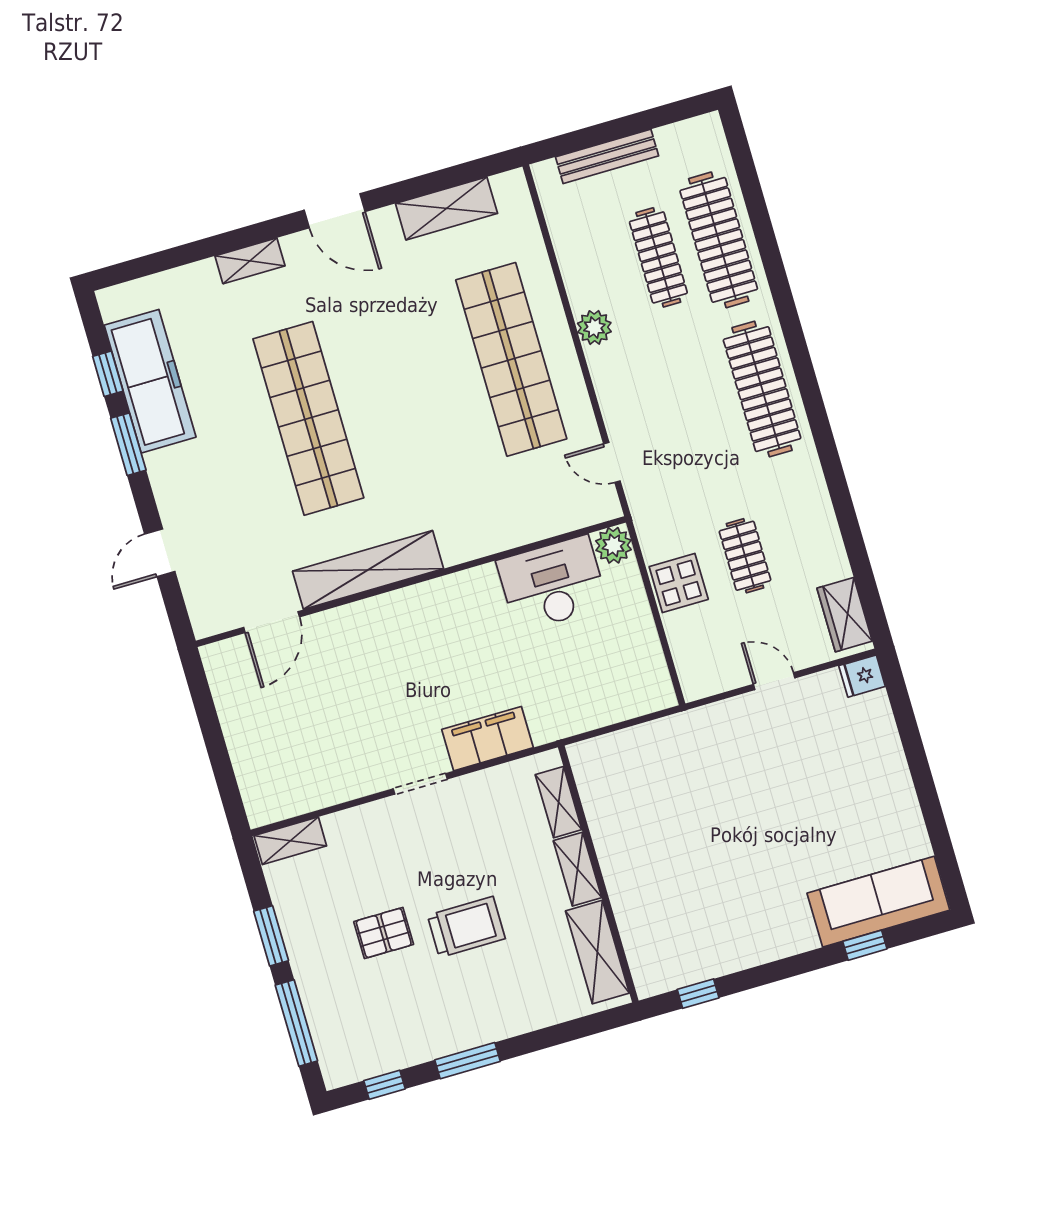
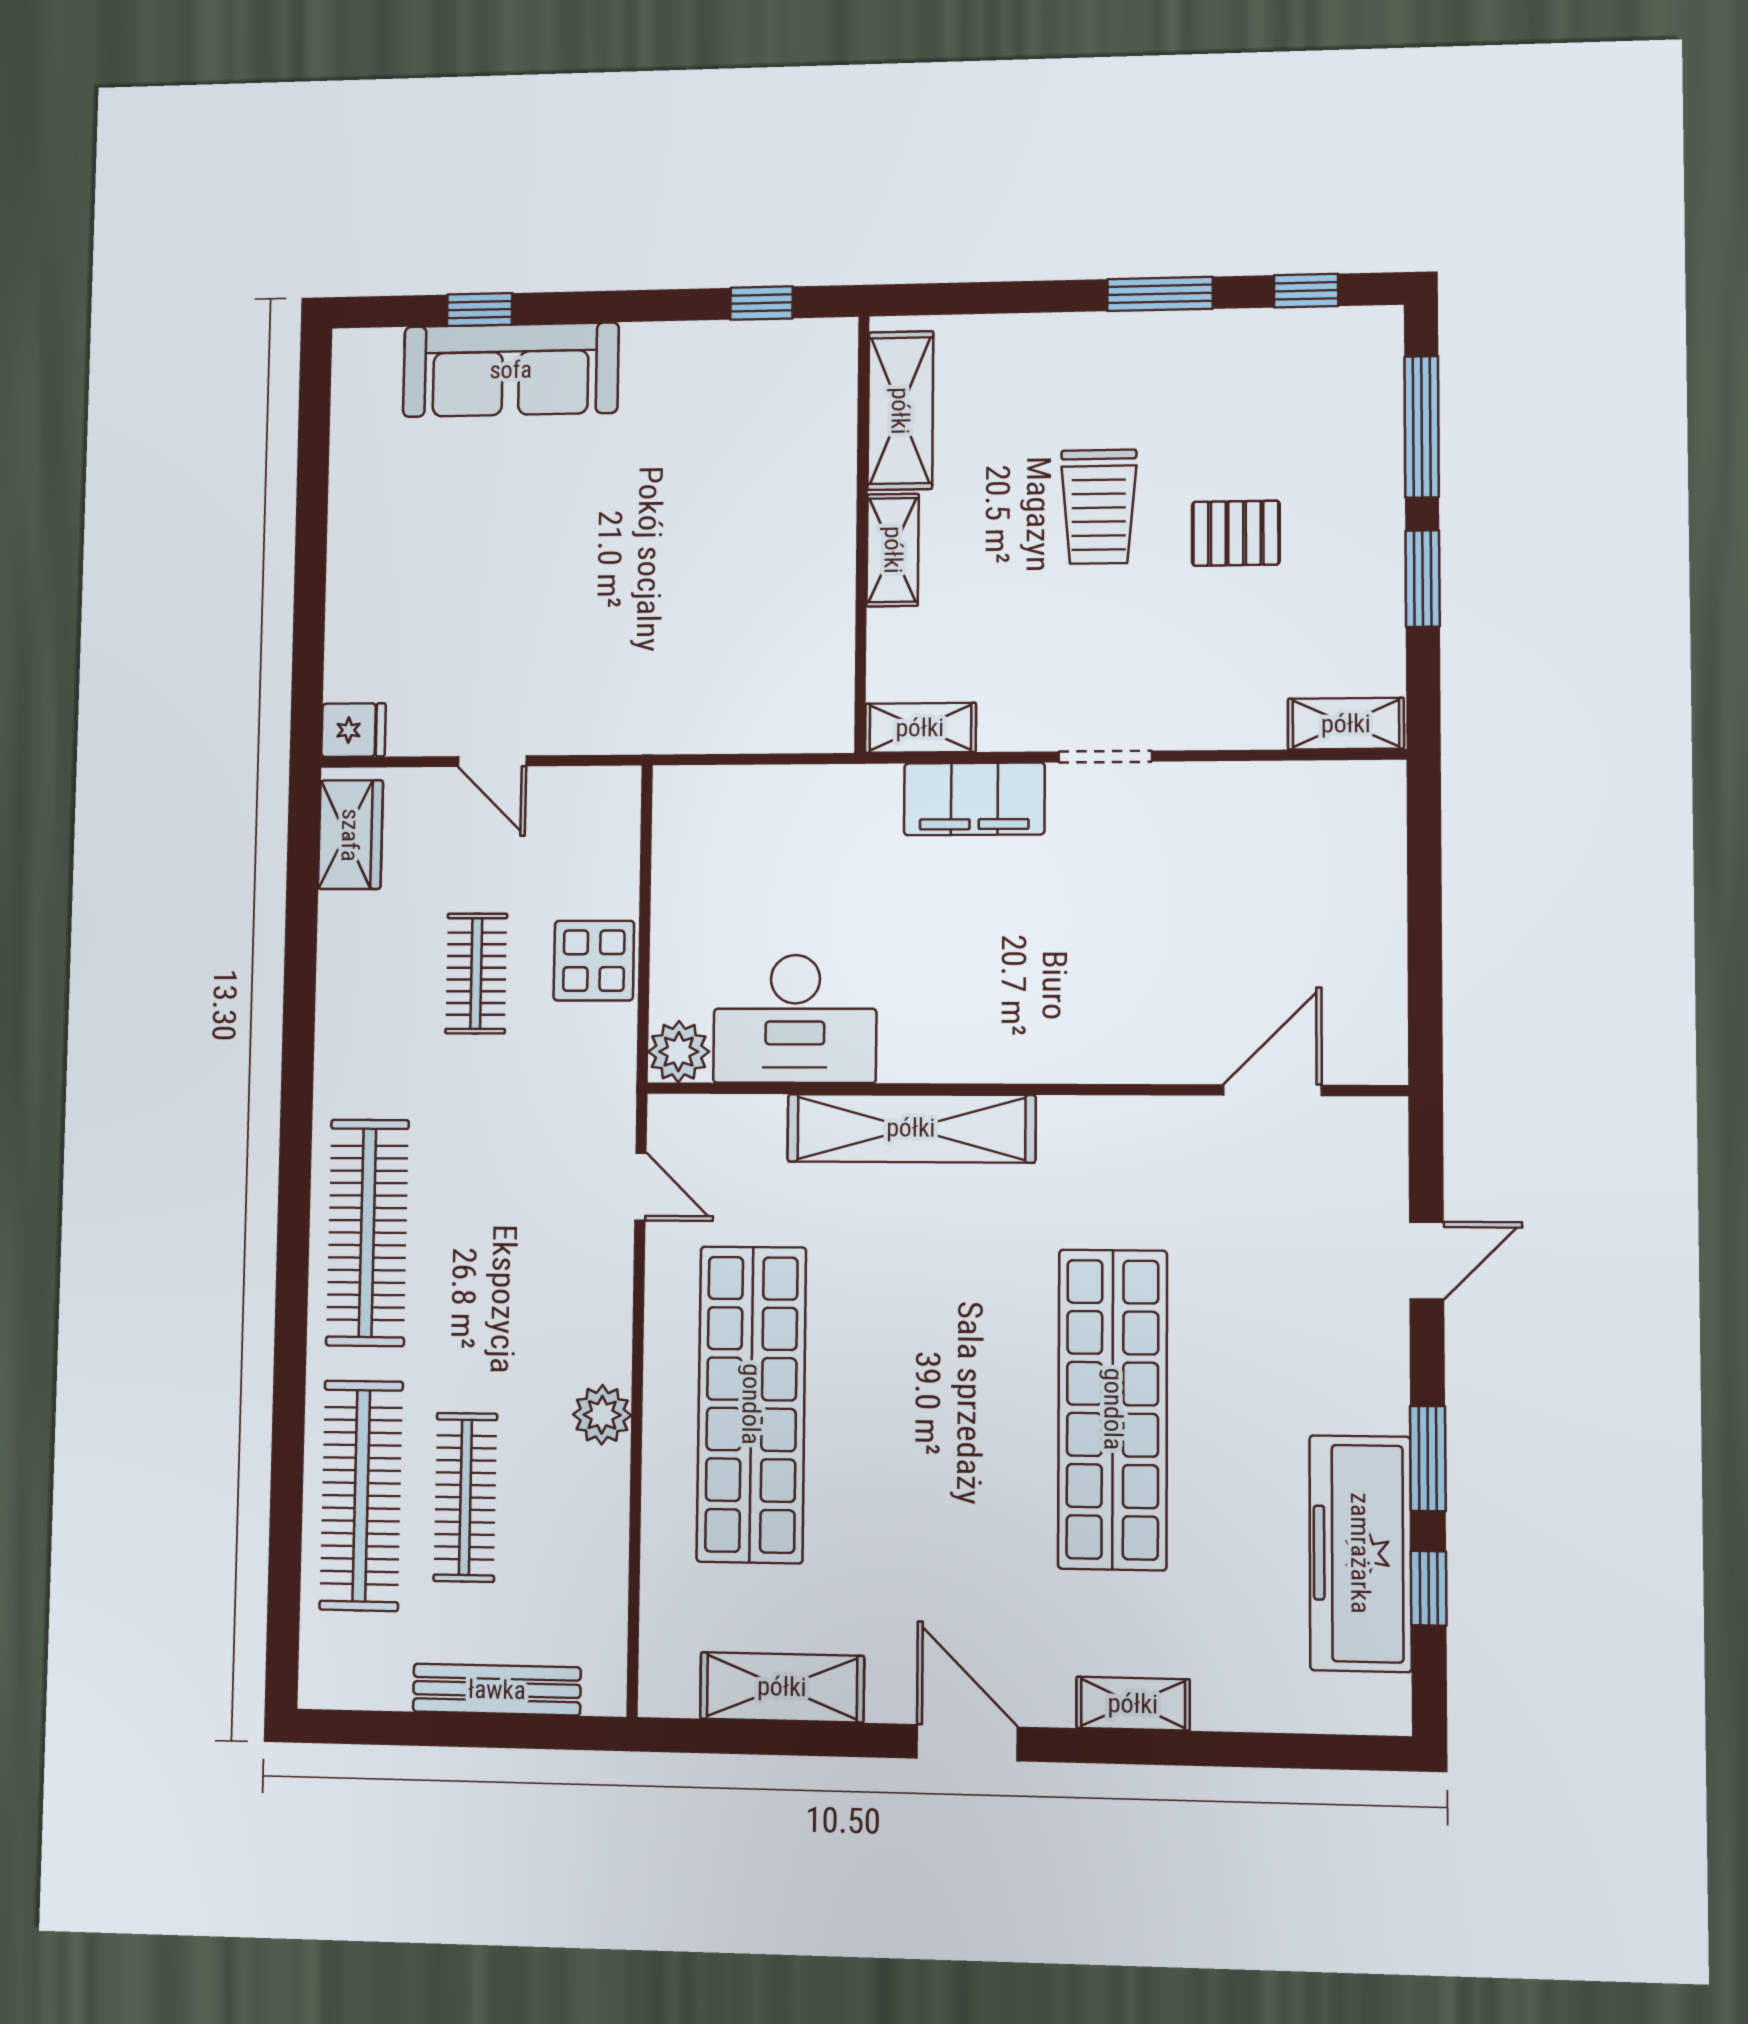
shelving: (368, 570) -> (911, 1128), moved
shelving: (559, 802) -> (920, 728), moved, turned 90
sofa: (878, 902) -> (511, 370), moved
trolley: (466, 927) -> (1099, 507), turned -90

